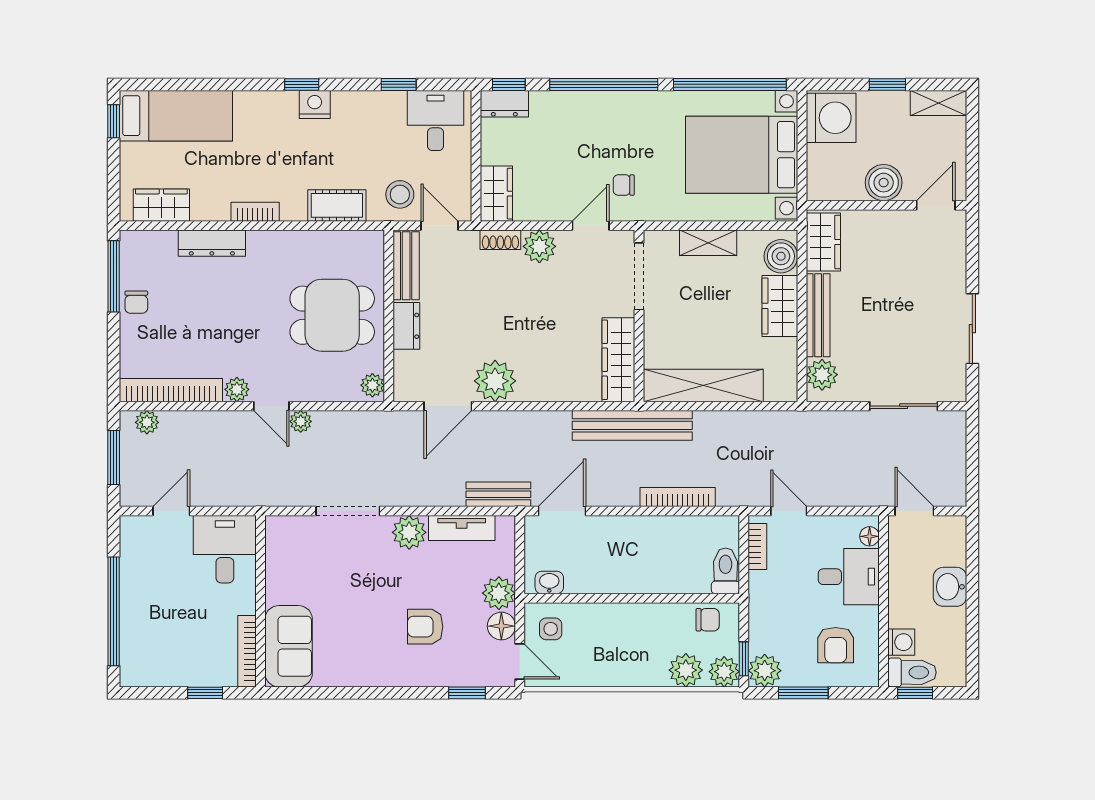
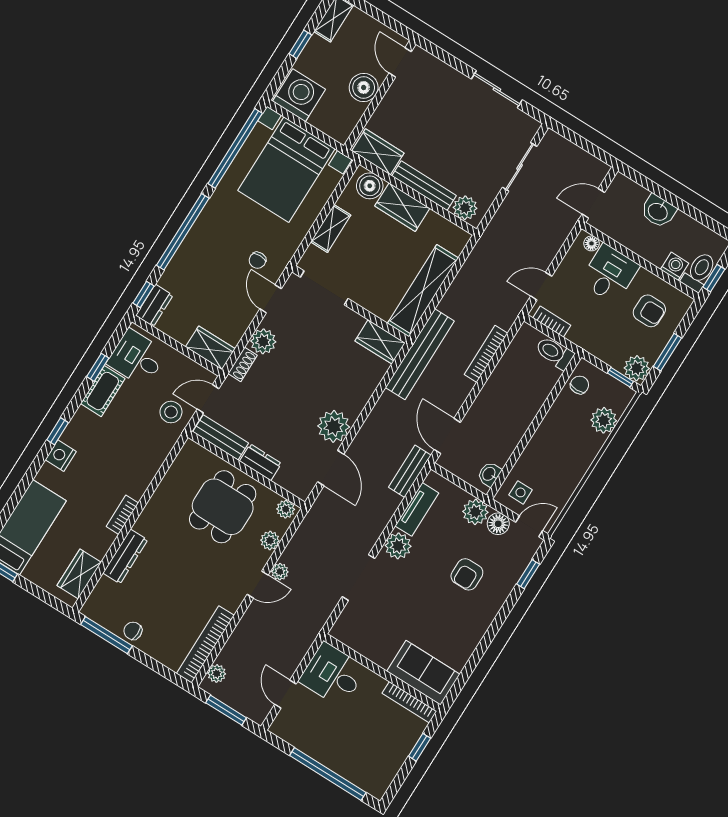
nightstand: (315, 104) -> (61, 456), moved
cot: (337, 205) -> (103, 391), moved
chair: (136, 302) -> (133, 631), turned 180
wardrobe: (618, 360) -> (380, 342), width x0.67
plant: (237, 389) -> (270, 541), moved
plant: (724, 672) -> (621, 396), removed

